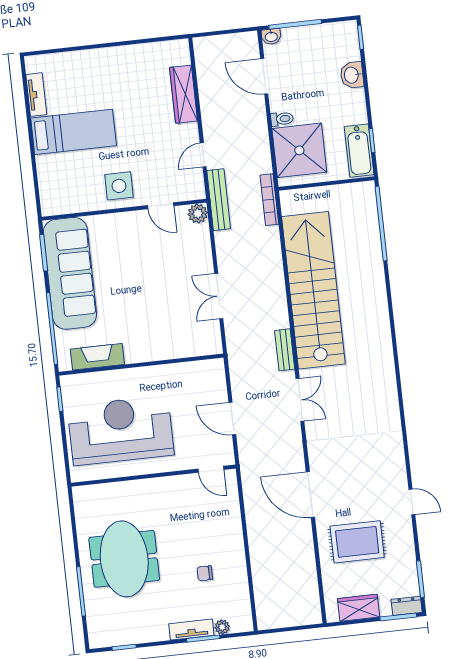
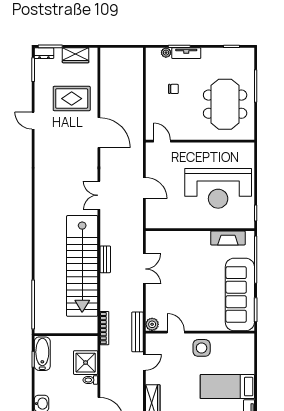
shower: (299, 150) -> (86, 363), width x0.73, depth x0.73
bench: (285, 350) -> (105, 259), moved
door: (211, 469) -> (162, 141), moved
wall: (153, 476) -> (200, 141), moved

